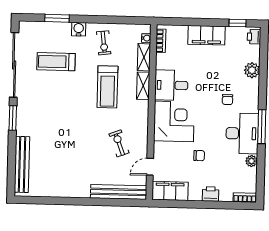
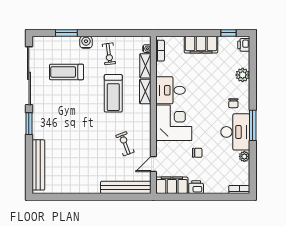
chair: (227, 100) -> (233, 103), moved
printer: (211, 194) -> (196, 187), moved

